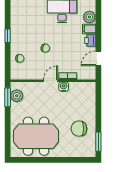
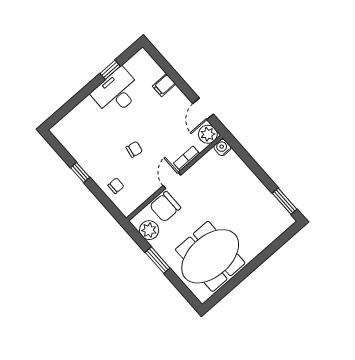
plant: (89, 17) -> (208, 134), moved
printer: (90, 41) -> (177, 97), removed
water cooler: (64, 87) -> (222, 147), moved
window: (8, 97) -> (158, 260), moved
chair: (79, 129) -> (165, 207), moved

